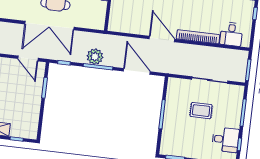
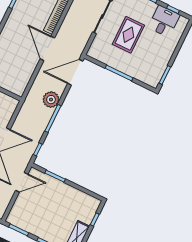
door: (162, 39) -> (47, 48), hinge flipped
plant: (95, 57) -> (51, 100), moved
door: (137, 71) -> (75, 72), moved
rug: (201, 111) -> (128, 35), width x1.36, depth x1.43

